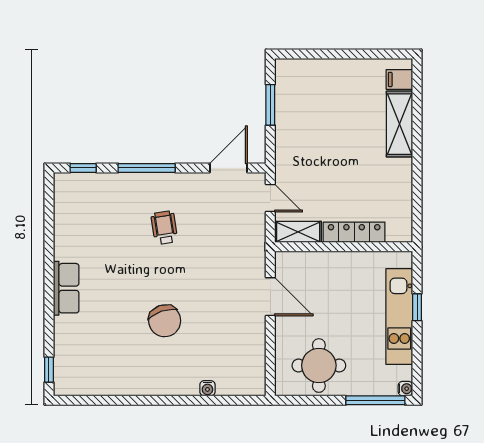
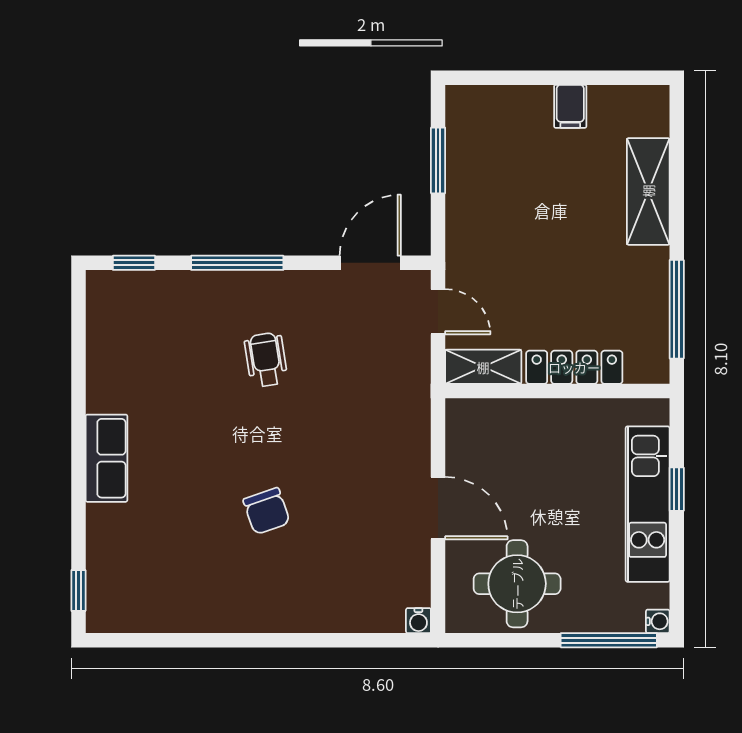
filing cabinet: (399, 79) -> (570, 106), moved, turned -90
window: (417, 197) -> (677, 309), added
door: (270, 297) -> (438, 508), moved
chair: (165, 321) -> (267, 511), width x0.73, depth x0.73
water cooler: (207, 388) -> (418, 621), moved

